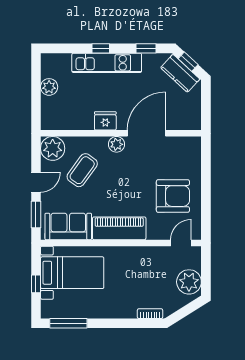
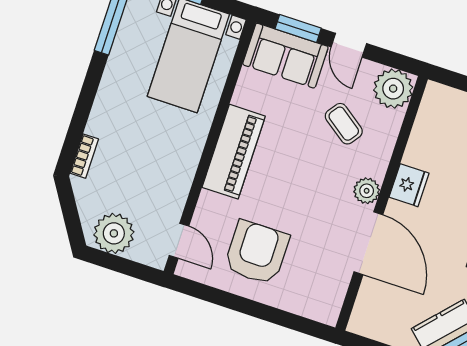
coffee table: (82, 170) -> (344, 124), width x0.73, depth x0.77
armchair: (173, 196) -> (257, 252), turned 180
sofa: (68, 226) -> (285, 56), moved, turned 90

